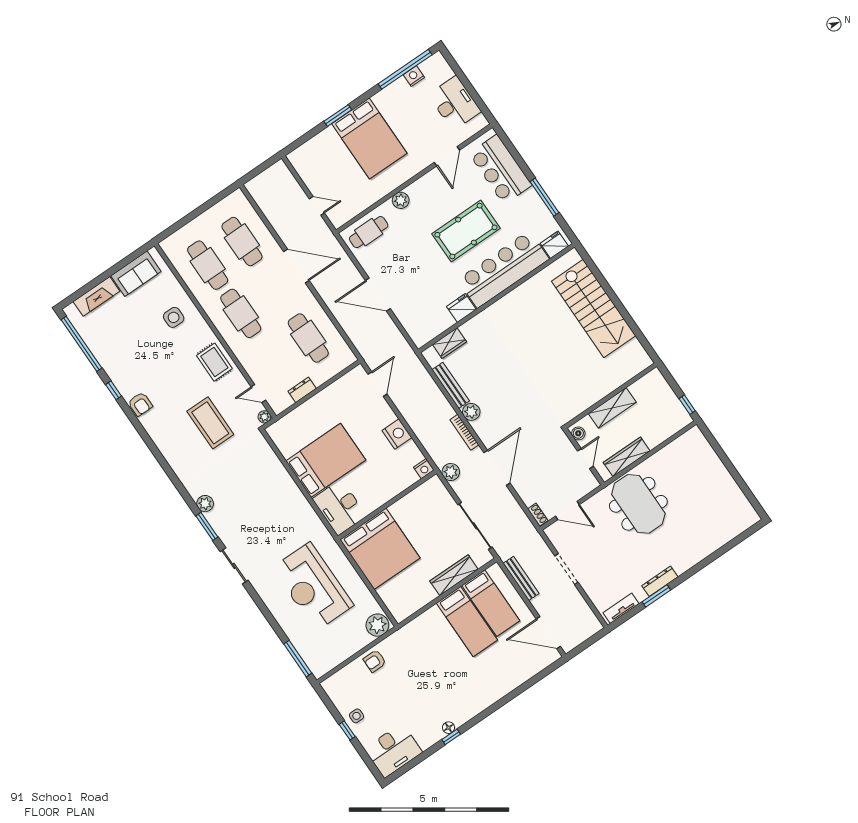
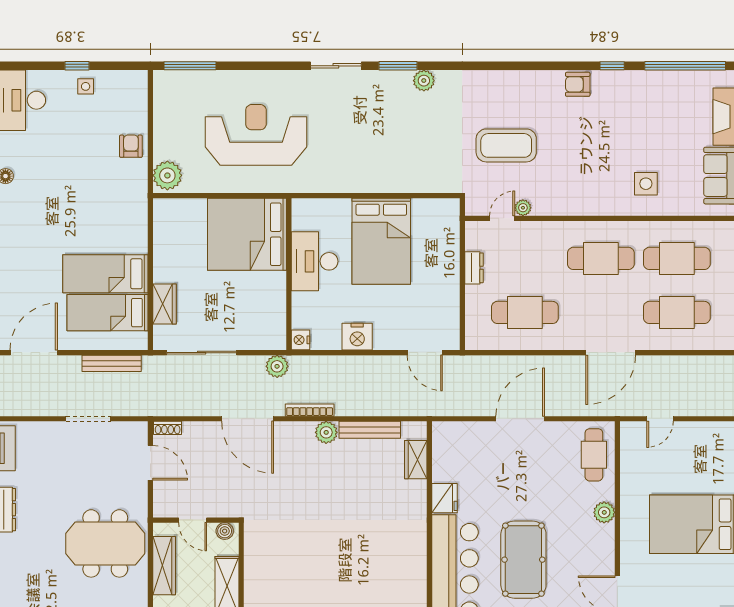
rug: (214, 362) -> (568, 194), removed
plant: (264, 417) -> (523, 208), moved
desk: (339, 507) -> (315, 261), moved, turned -90
door: (567, 510) -> (150, 463), swing flipped
wardrobe: (454, 575) -> (164, 304), width x0.67

